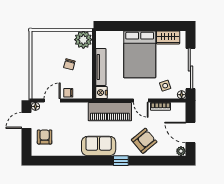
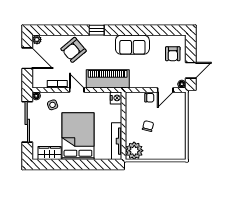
tv unit: (101, 67) -> (117, 141), moved
sofa: (99, 146) -> (132, 45), moved

